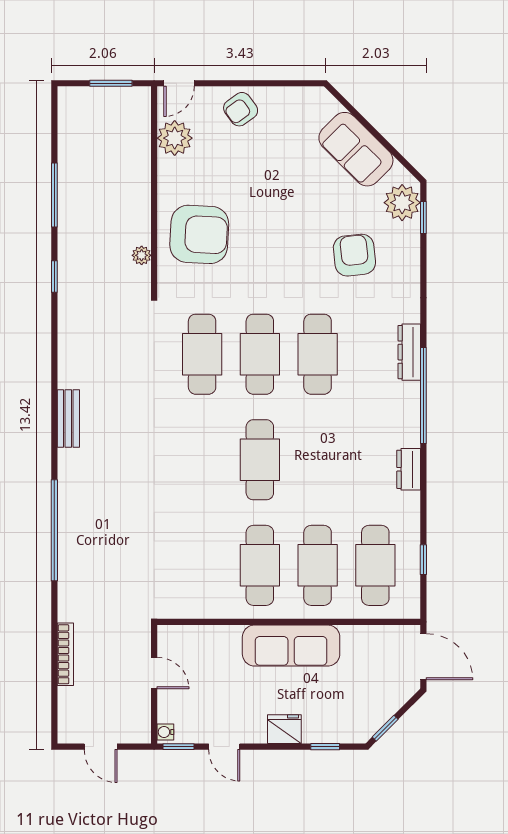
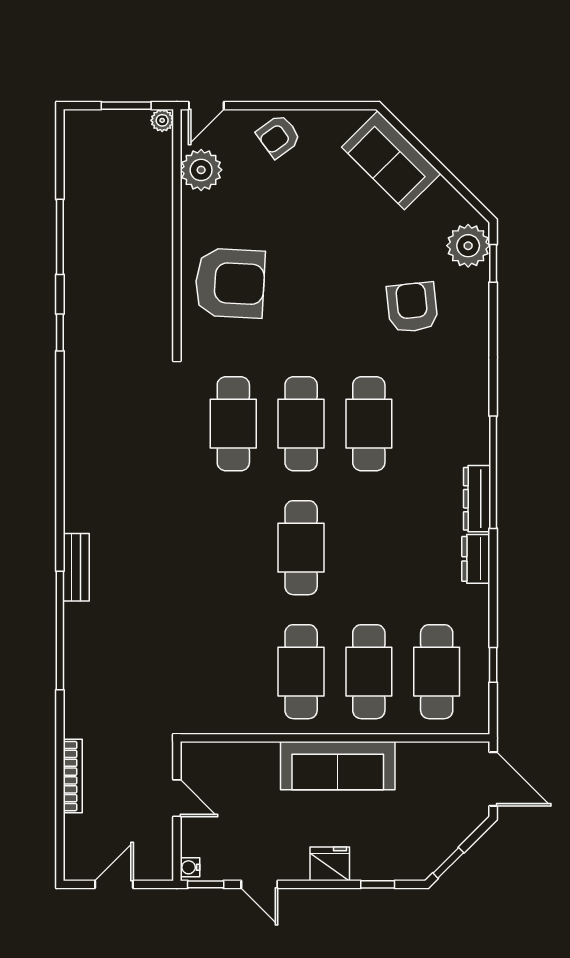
sofa: (356, 149) -> (391, 160), moved
plant: (142, 255) -> (162, 120), moved
dresser: (409, 352) -> (477, 499), moved
bench: (68, 419) -> (76, 567), moved
door: (101, 747) -> (114, 884), swing flipped

